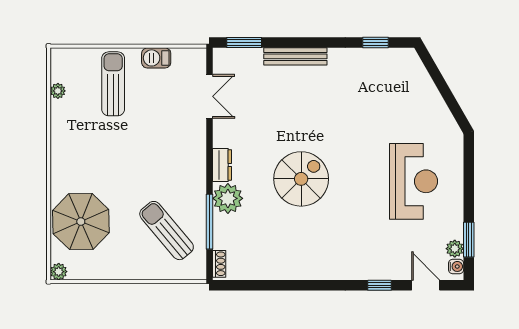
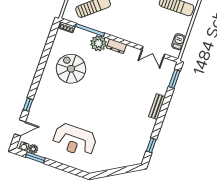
bench: (295, 56) -> (157, 107), width x0.73
barbecue: (156, 58) -> (179, 42), moved
spiral stairs: (301, 179) -> (71, 69), moved, turned 180

